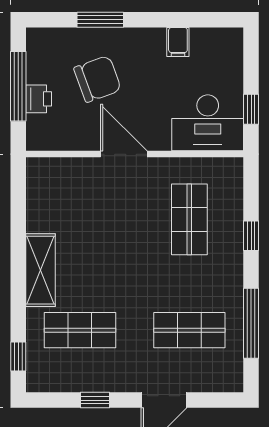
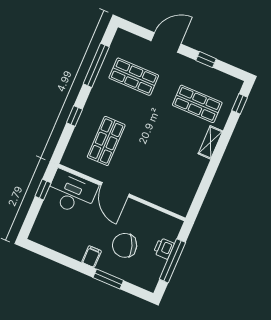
filing cabinet: (178, 42) -> (92, 257), moved
door: (124, 154) -> (115, 190), moved
shelving: (41, 270) -> (210, 142), width x0.67, depth x0.75

